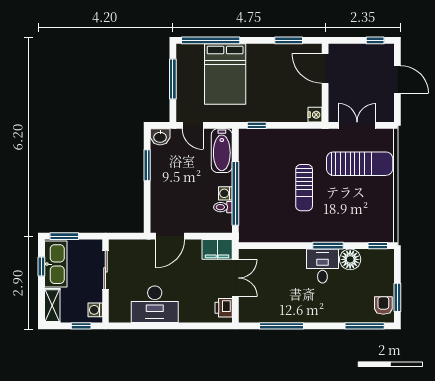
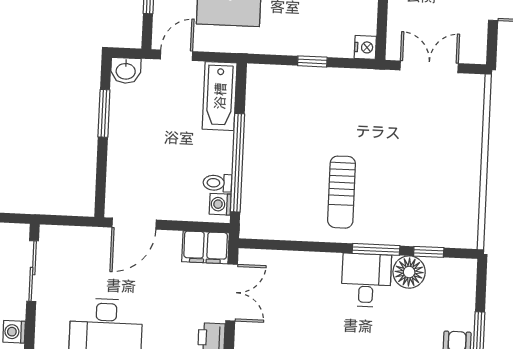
door: (193, 125) -> (177, 55), swing flipped
window: (257, 125) -> (312, 61), moved
sun lounger: (360, 164) -> (430, 126), removed
sun lounger: (304, 188) -> (342, 192), moved
washing machine: (225, 193) -> (220, 204), moved
window: (378, 246) -> (429, 252), moved

